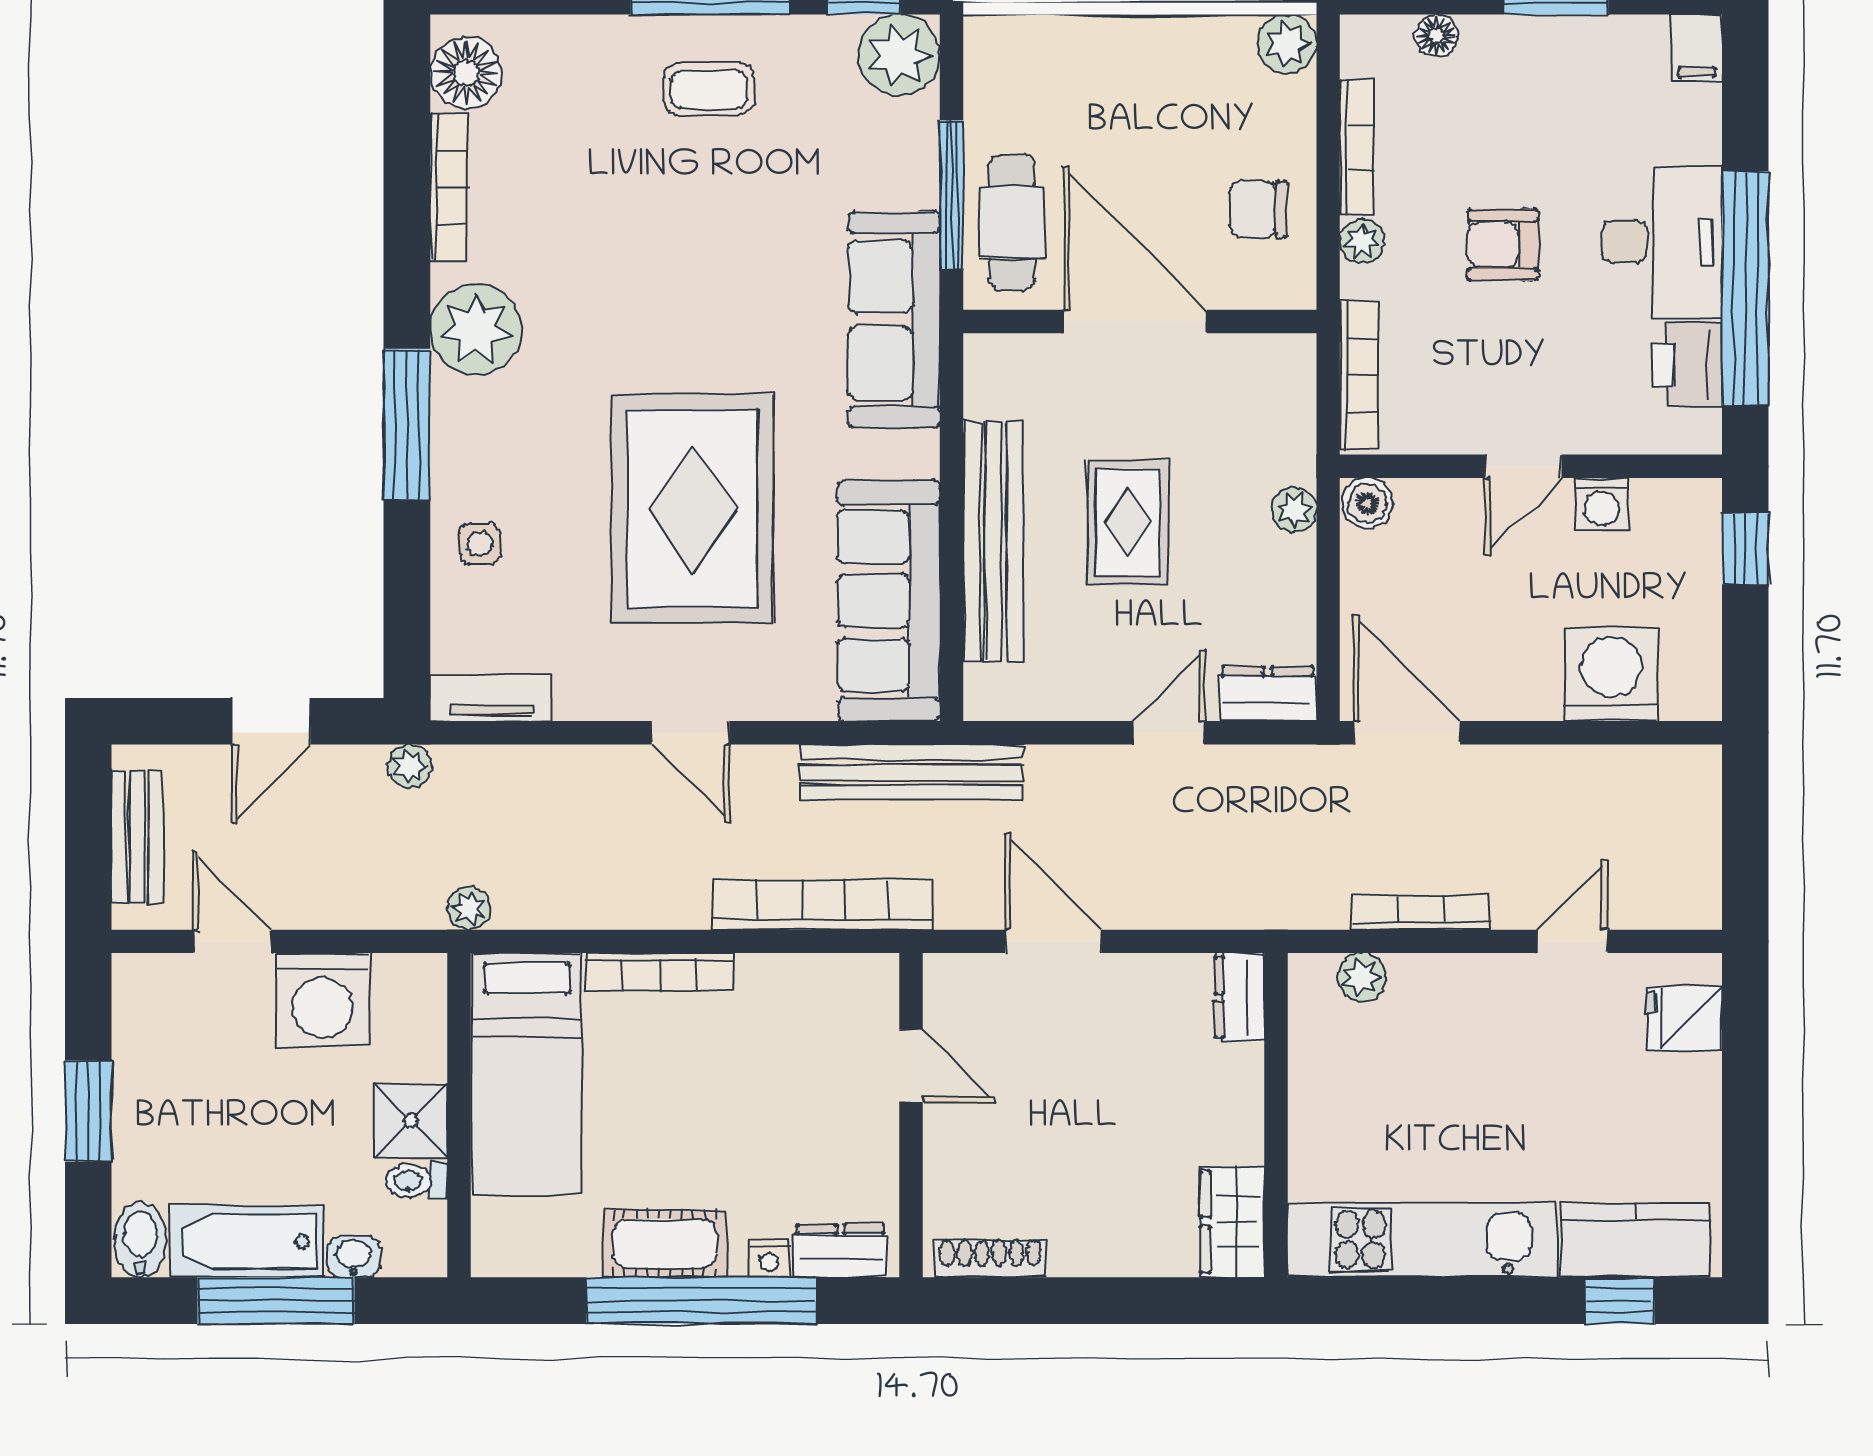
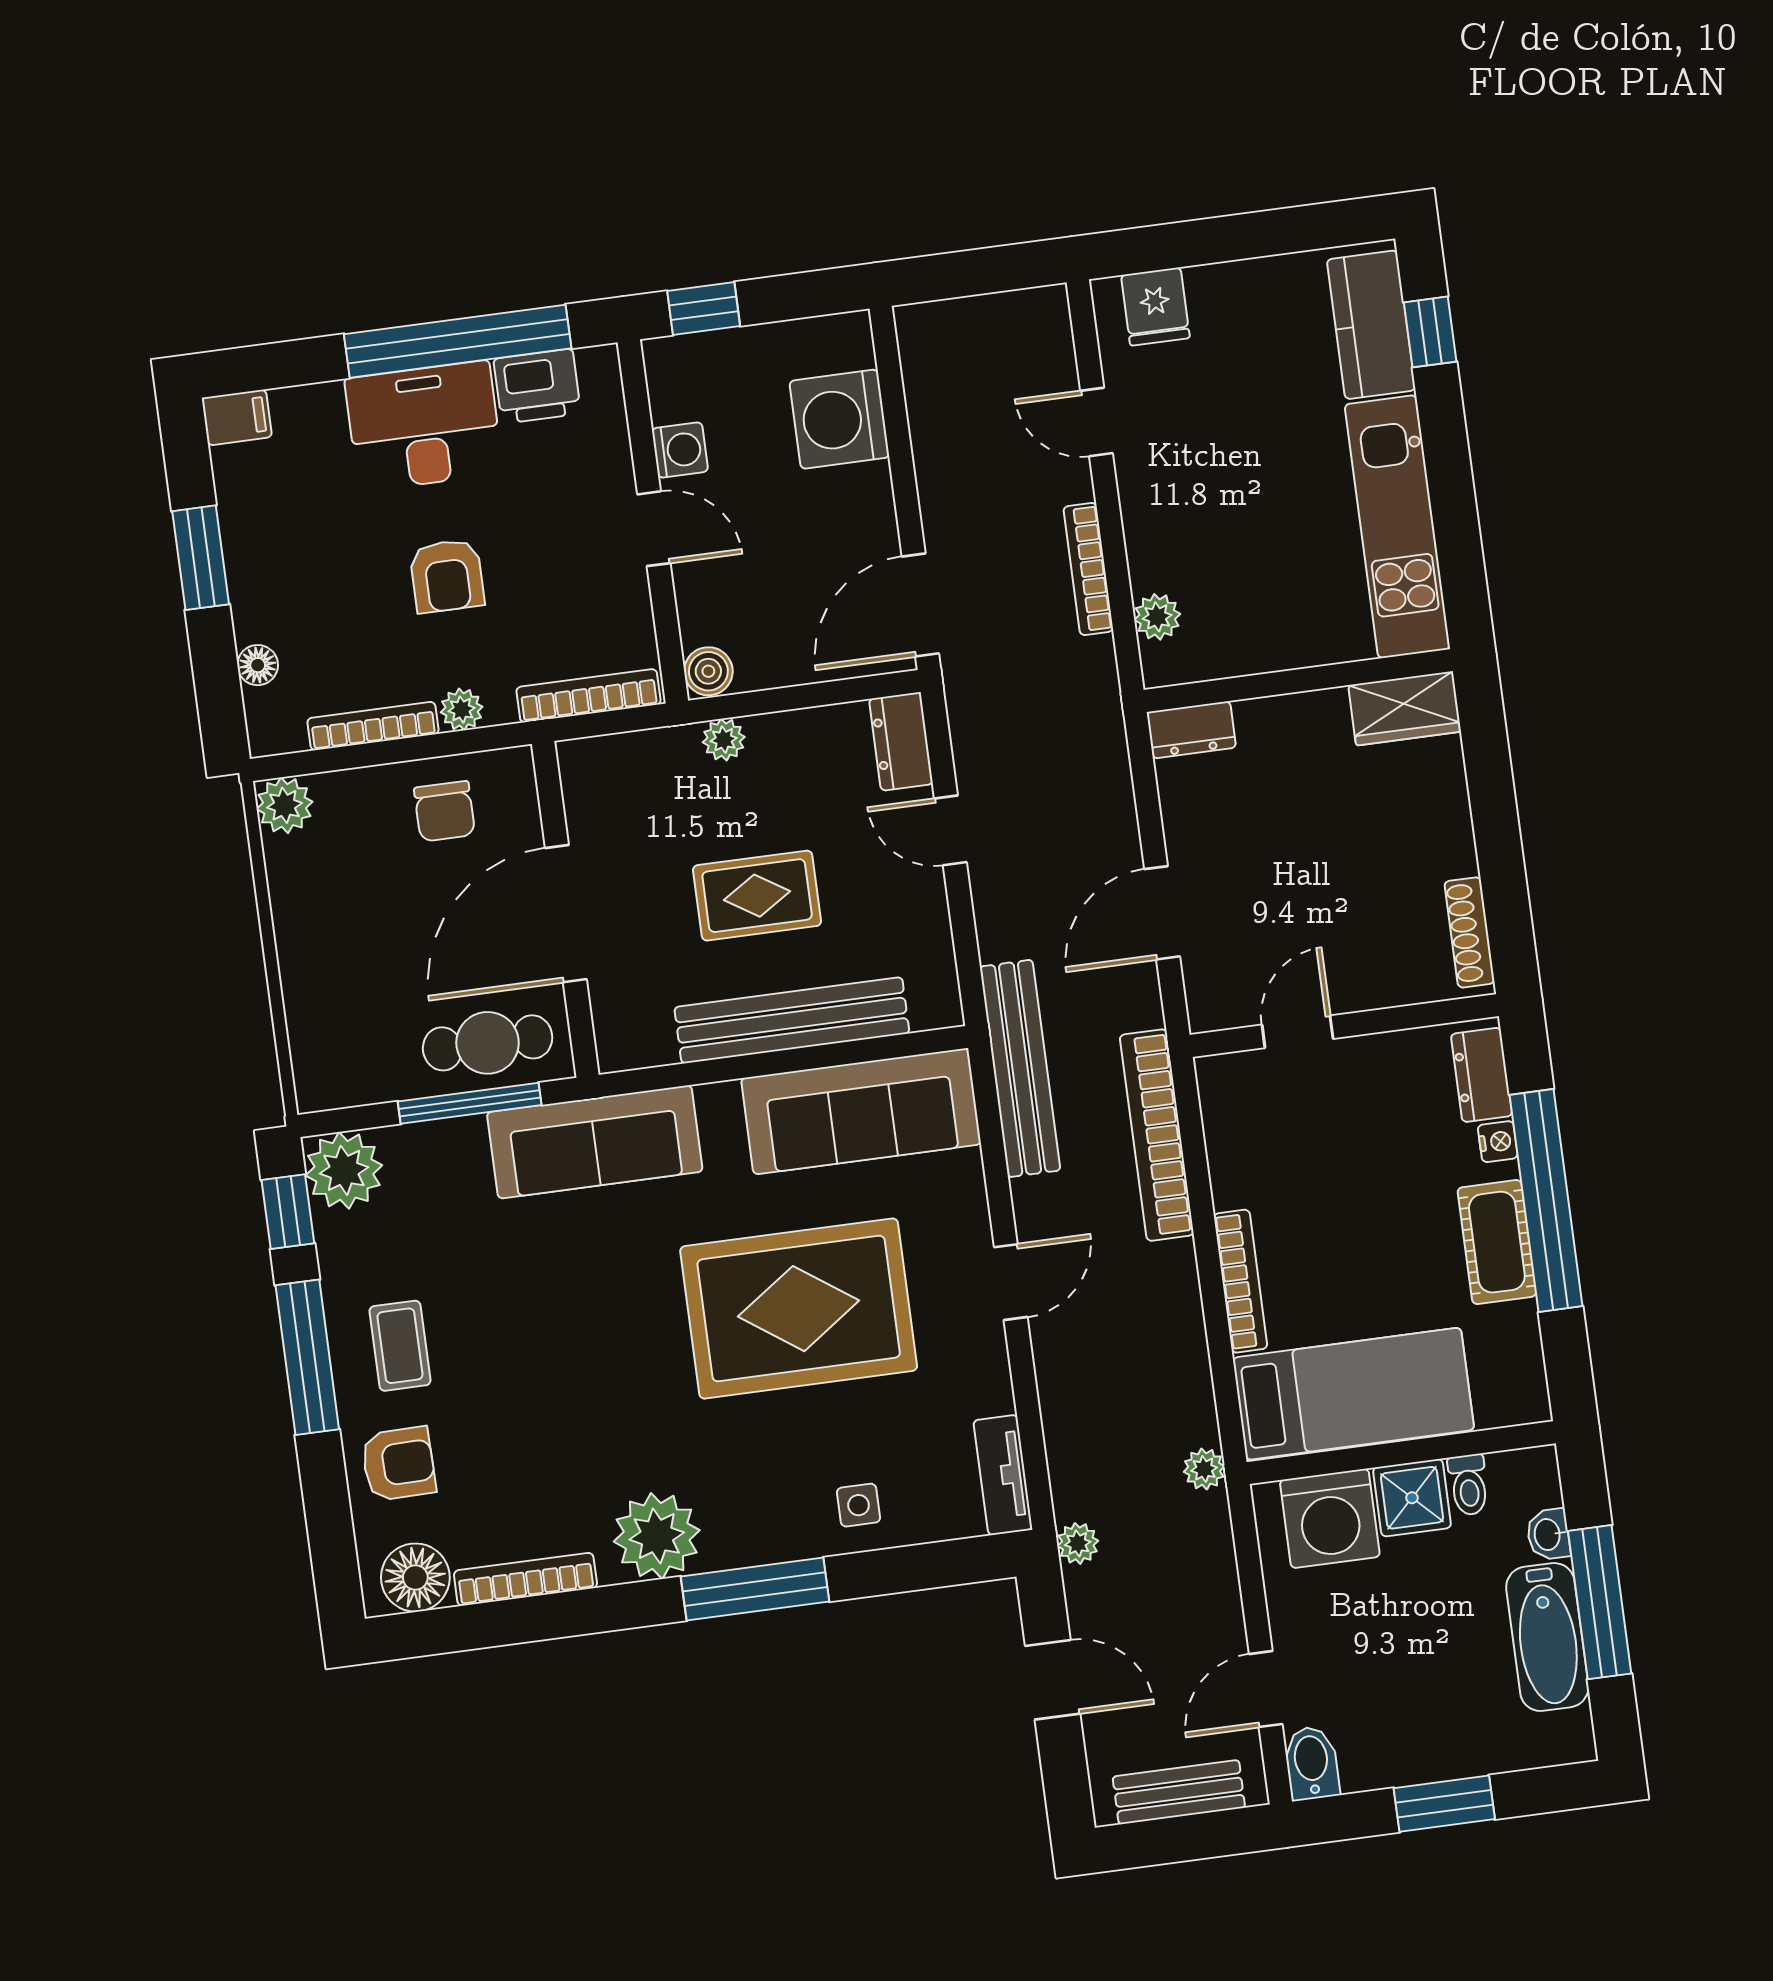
armchair: (587, 71) -> (398, 1464), added
washing machine: (322, 1000) -> (1330, 1518), moved, turned 90
bidet: (140, 1240) -> (1312, 1763), moved, turned 90

